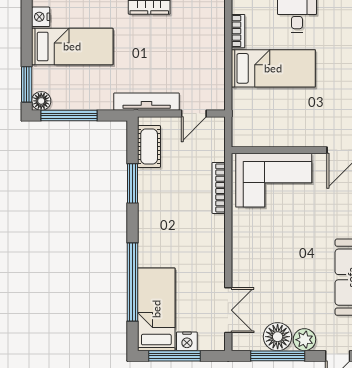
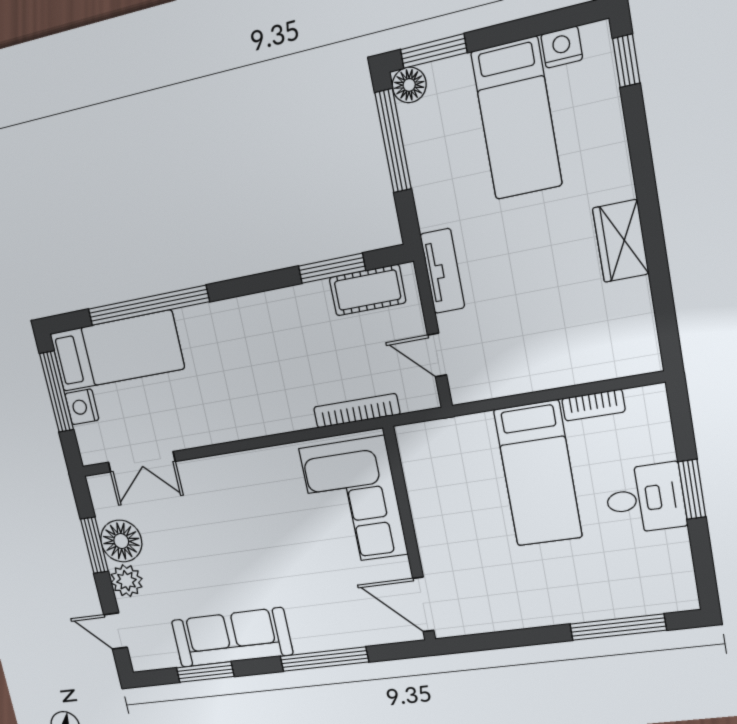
tv unit: (147, 102) -> (442, 271), width x0.71
window: (133, 183) -> (332, 268), moved
bookcase: (219, 188) -> (357, 411), moved
window: (278, 356) -> (94, 545), width x0.69

